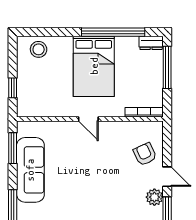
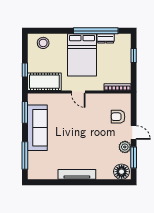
dresser: (151, 43) -> (106, 38), moved
window: (167, 67) -> (134, 55), width x0.46
cot: (40, 104) -> (44, 82), added
armchair: (145, 154) -> (118, 117), turned -65

